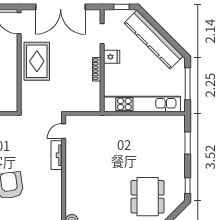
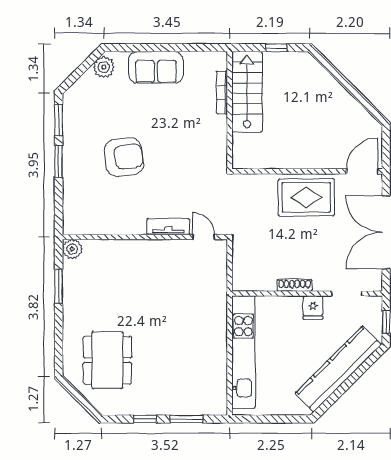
window: (188, 84) -> (273, 419), removed
window: (188, 186) -> (145, 419), moved
dining table: (148, 197) -> (107, 360), turned 90

